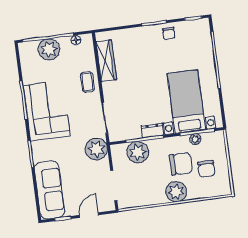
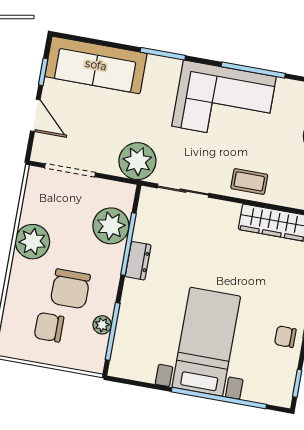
bed with nightstands: (186, 102) -> (206, 342), moved, turned -90
plant: (176, 192) -> (32, 242), moved

